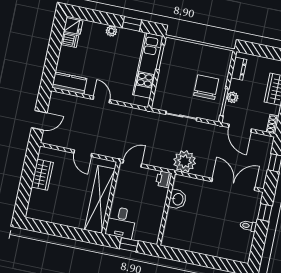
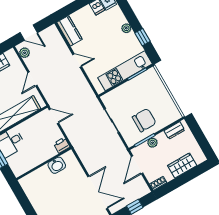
door: (101, 100) -> (77, 61), hinge flipped
plant: (185, 161) -> (25, 53), moved, width x0.53, depth x0.53

